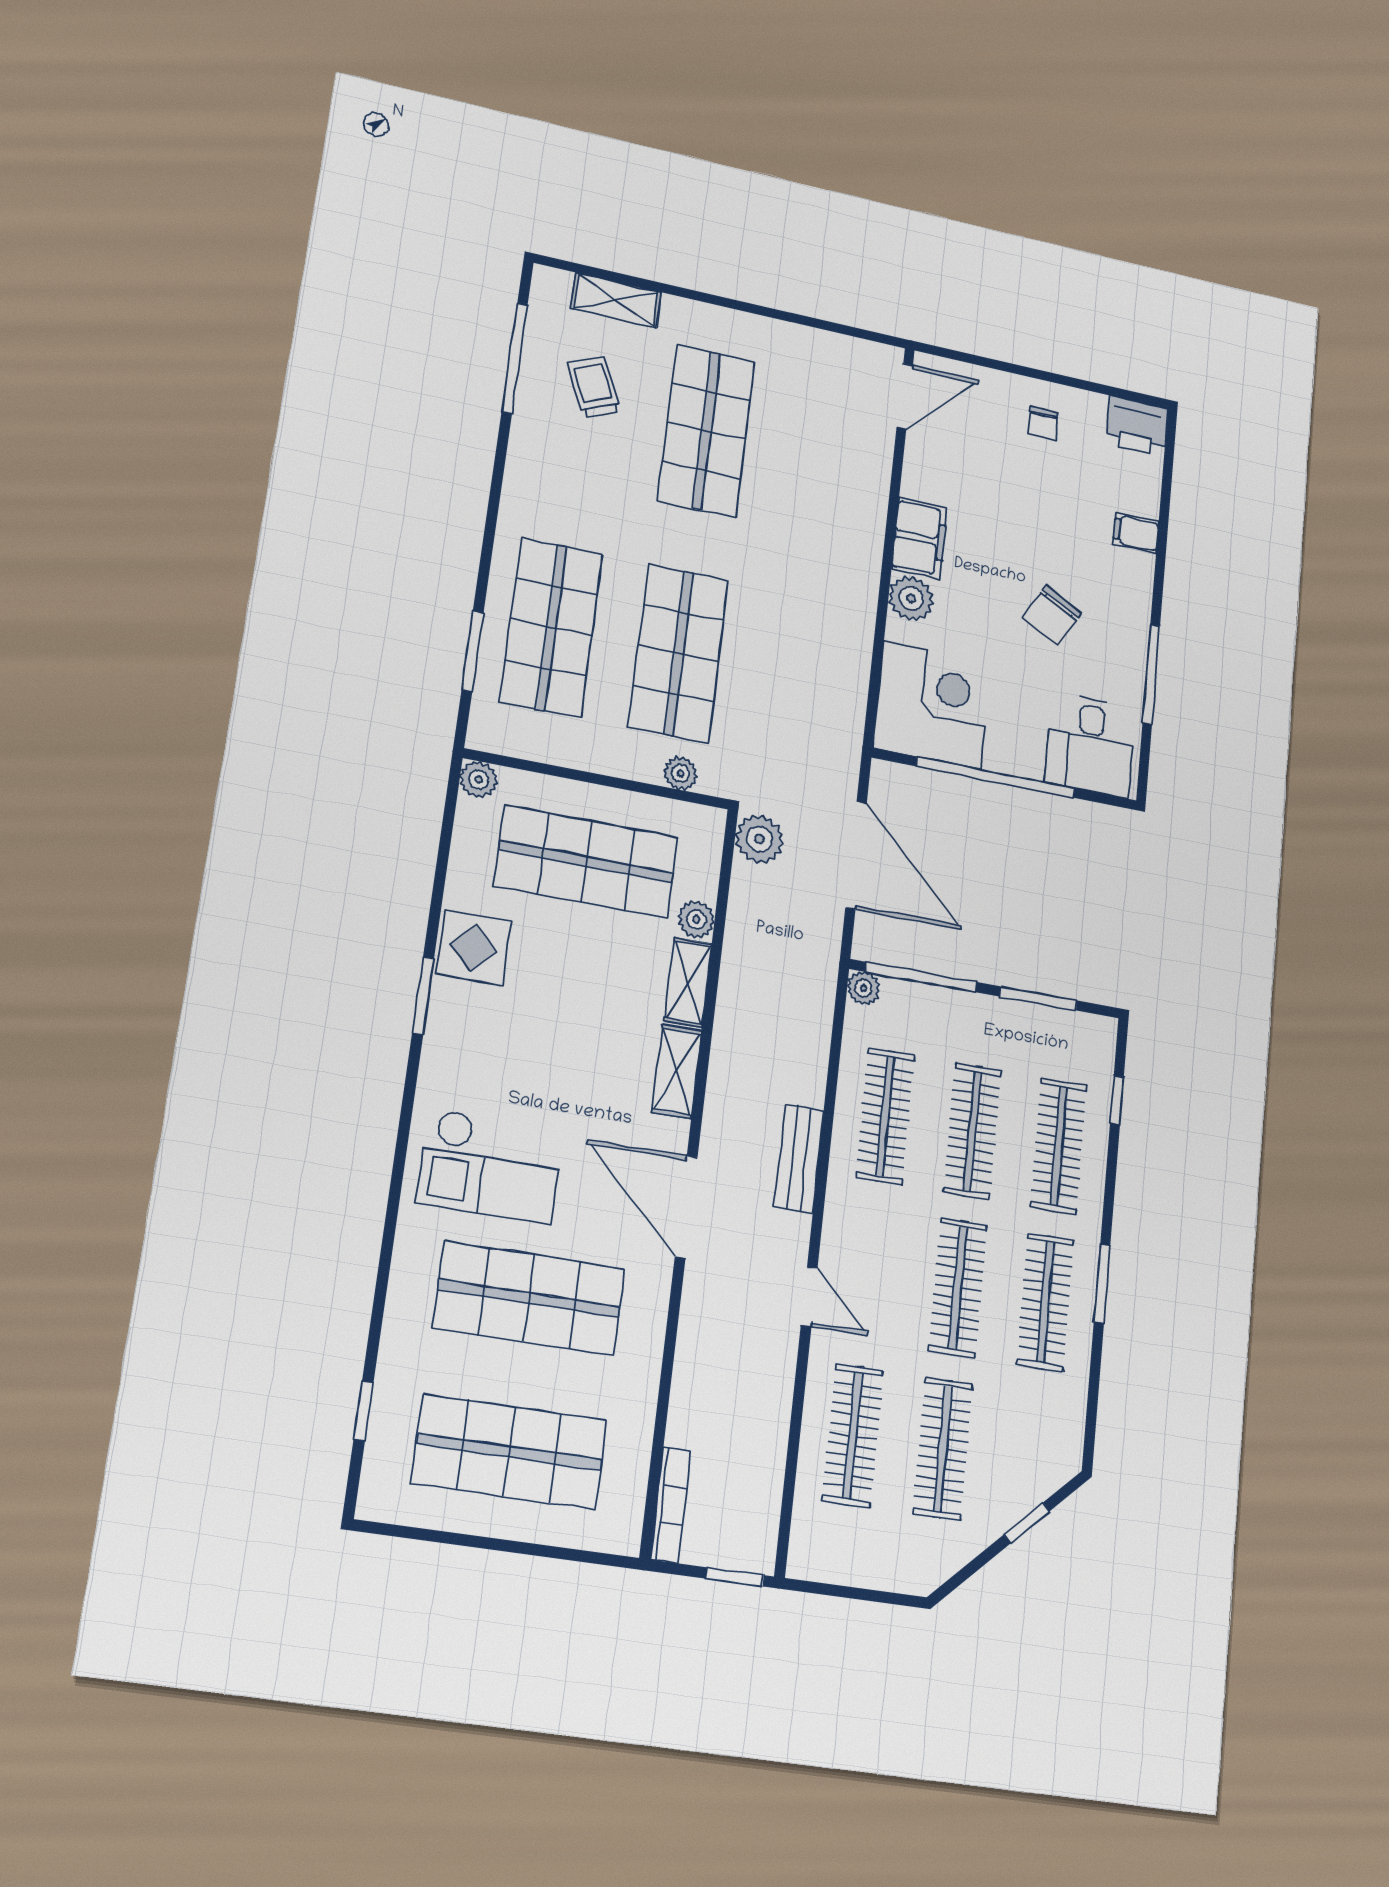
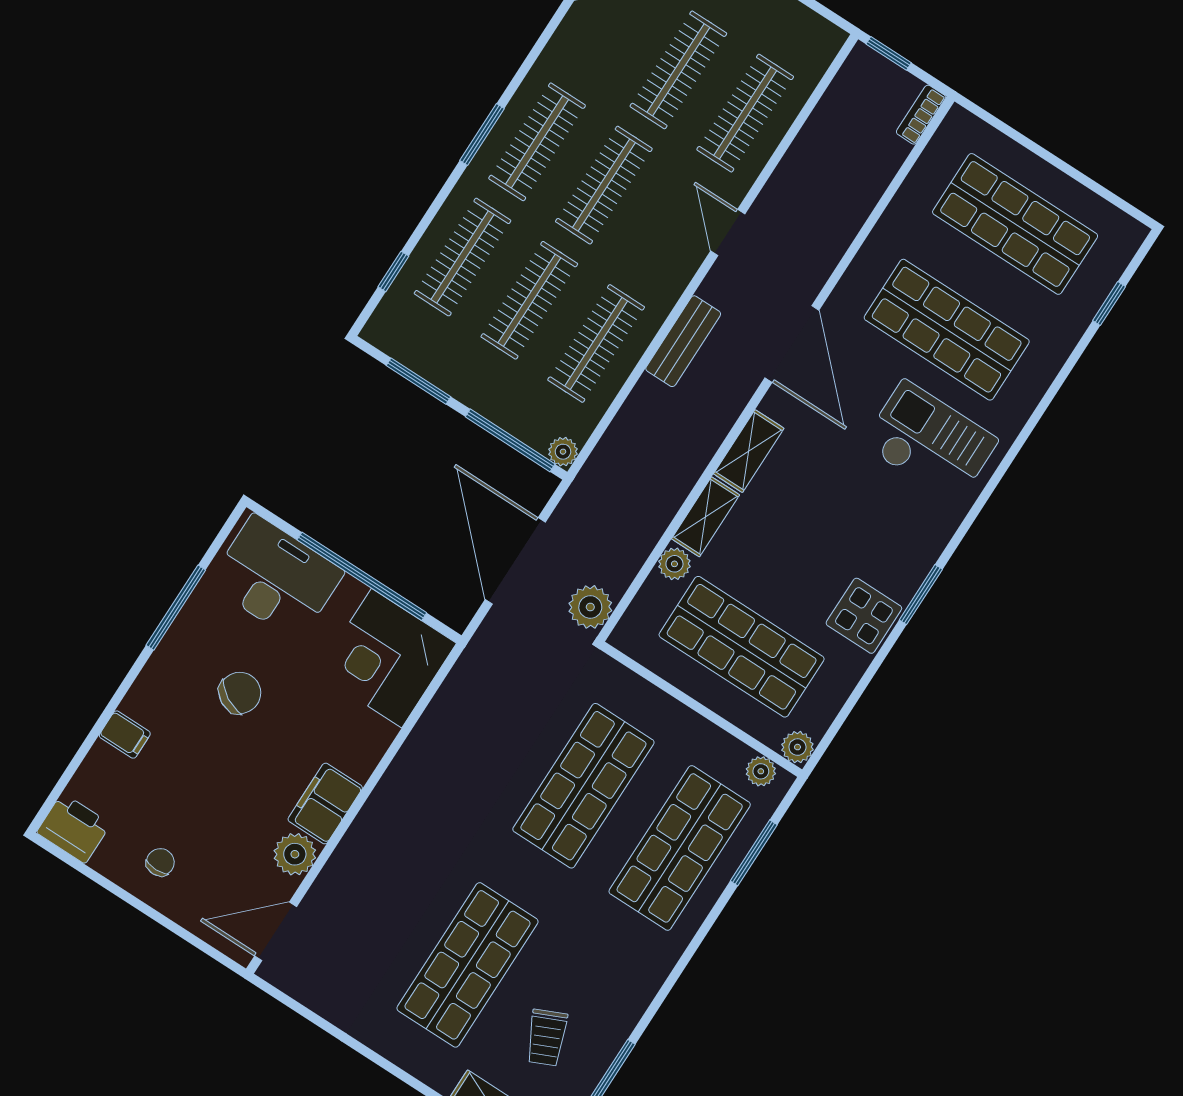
plant: (911, 598) -> (295, 854), moved
desk: (1090, 745) -> (276, 578), width x1.37
plant: (681, 773) -> (761, 771), moved
bookcase: (671, 1505) -> (921, 115), width x0.64

